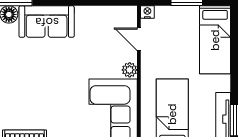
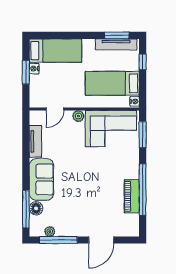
nightstand: (147, 12) -> (34, 69), moved
tv unit: (96, 14) -> (35, 141), added

